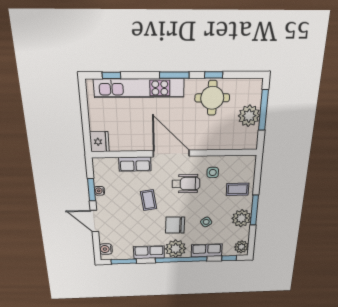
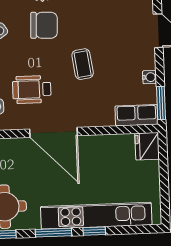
window: (111, 75) -> (94, 231), moved
row of seats: (135, 164) -> (136, 115), moved
window: (92, 190) -> (161, 103), moved

